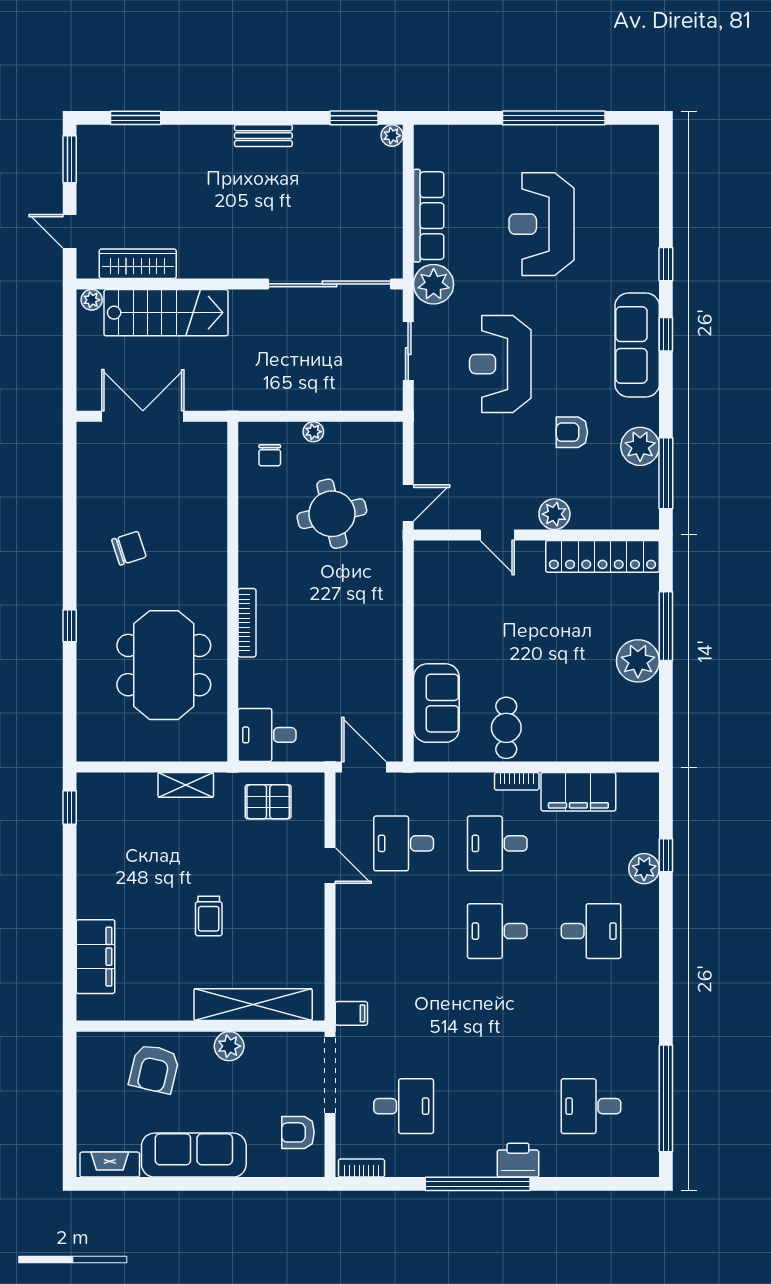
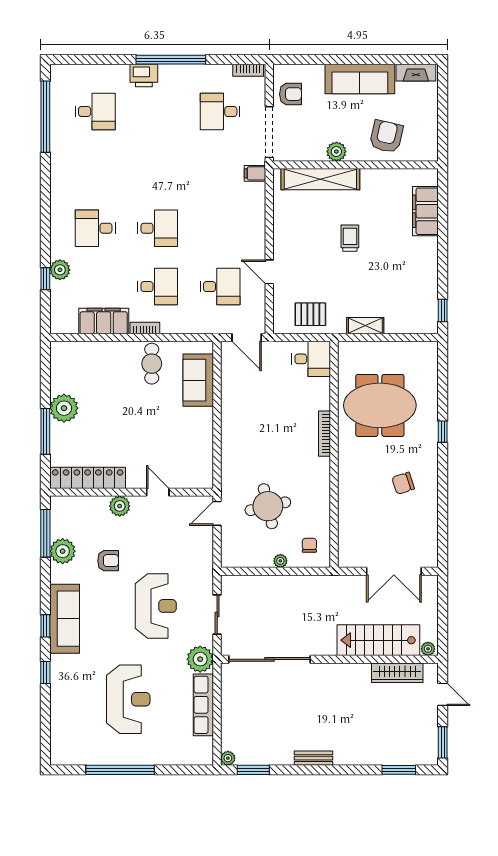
meeting table: (164, 665) -> (380, 405), turned 90

